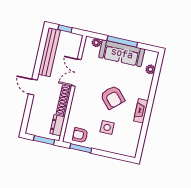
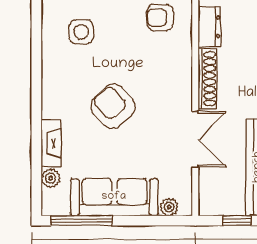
window: (122, 42) -> (81, 221), moved
fireplace: (141, 111) -> (51, 143), moved
side table: (107, 127) -> (81, 32), moved
armchair: (80, 135) -> (160, 18), turned 180

